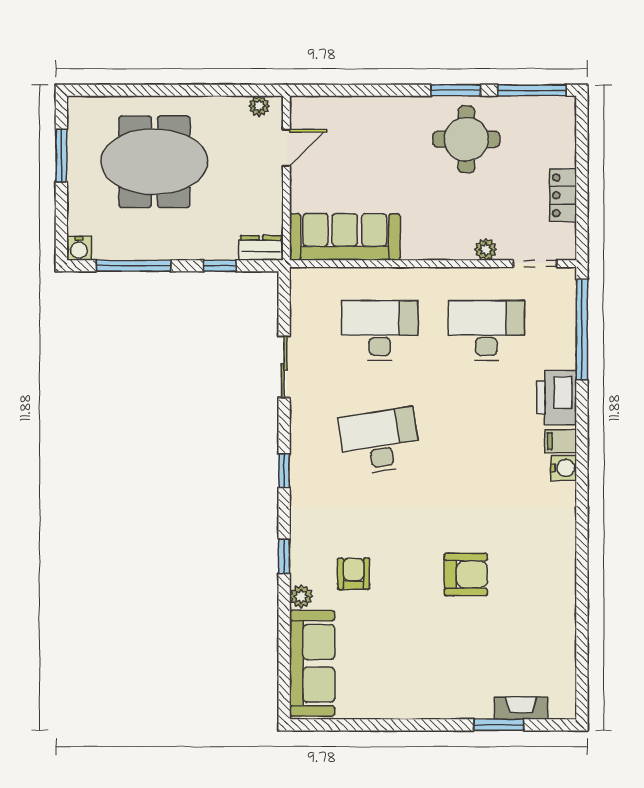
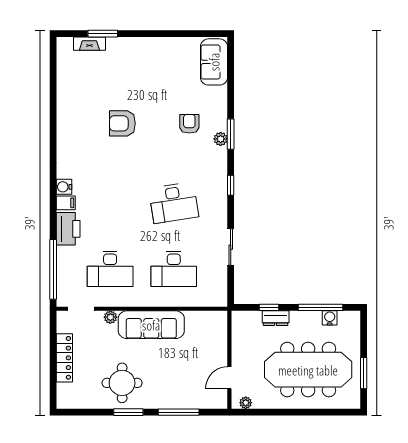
window: (532, 90) -> (179, 412), moved
meeting table: (154, 162) -> (308, 370), width x1.36
locker: (563, 195) -> (64, 358), width x1.53
sofa: (345, 237) -> (151, 325), moved
water cooler: (79, 248) -> (330, 318), moved
dresser: (261, 248) -> (276, 318), moved
window: (284, 556) -> (231, 134), width x1.50
armchair: (354, 574) -> (189, 124), turned 180
plant: (301, 596) -> (221, 139), moved
sofa: (312, 663) -> (214, 62), width x0.73

